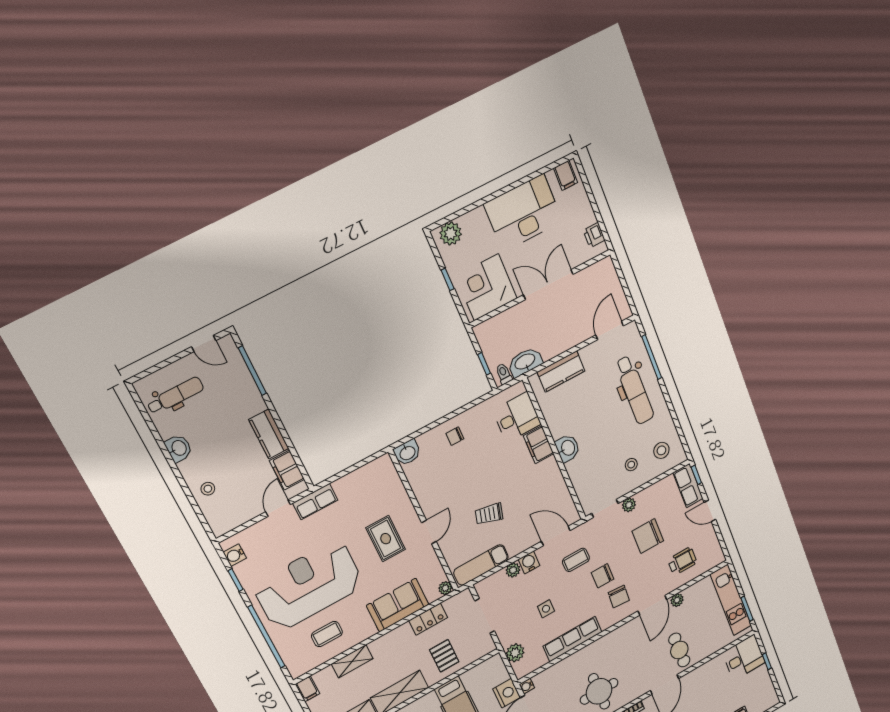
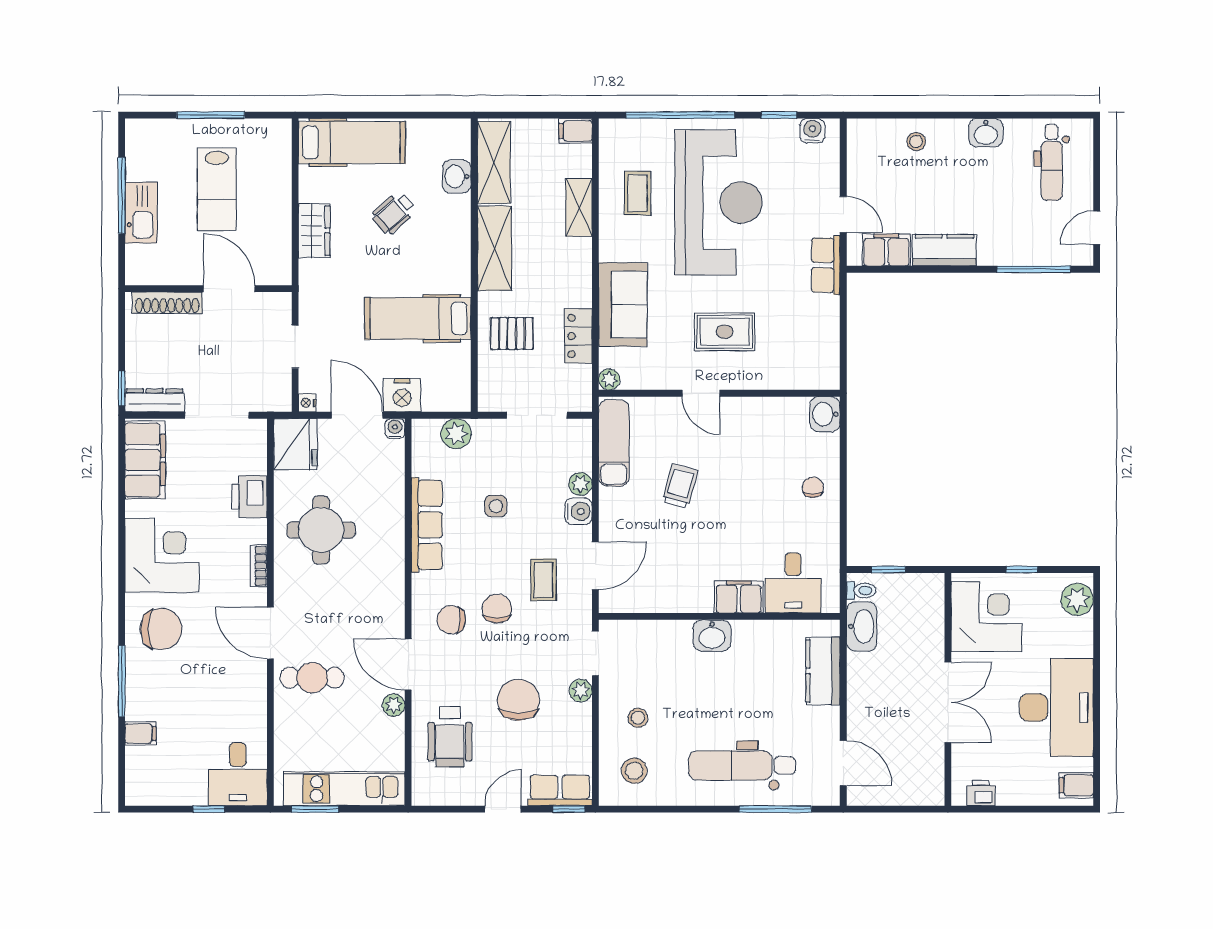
wheelchair: (682, 561) -> (450, 737), width x1.36, depth x1.37

